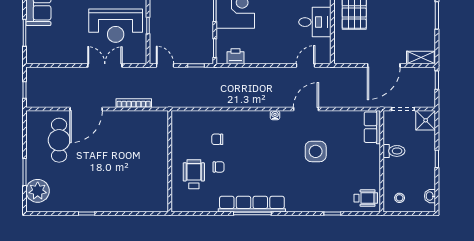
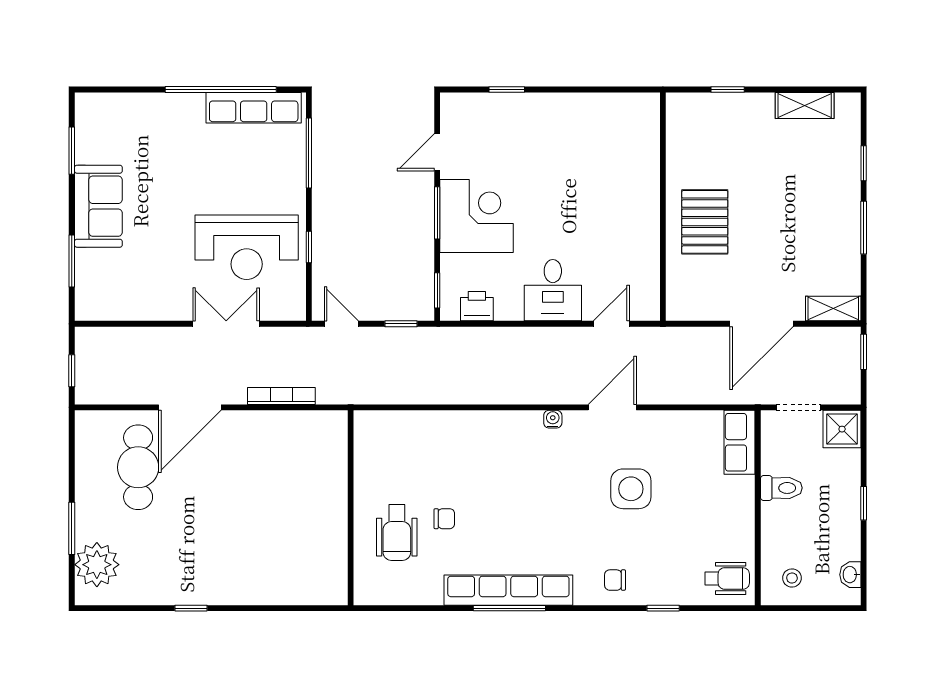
desk: (315, 22) -> (553, 290), moved, turned 90
chair: (217, 139) -> (615, 580), moved
wheelchair: (194, 174) -> (397, 533), turned 180

